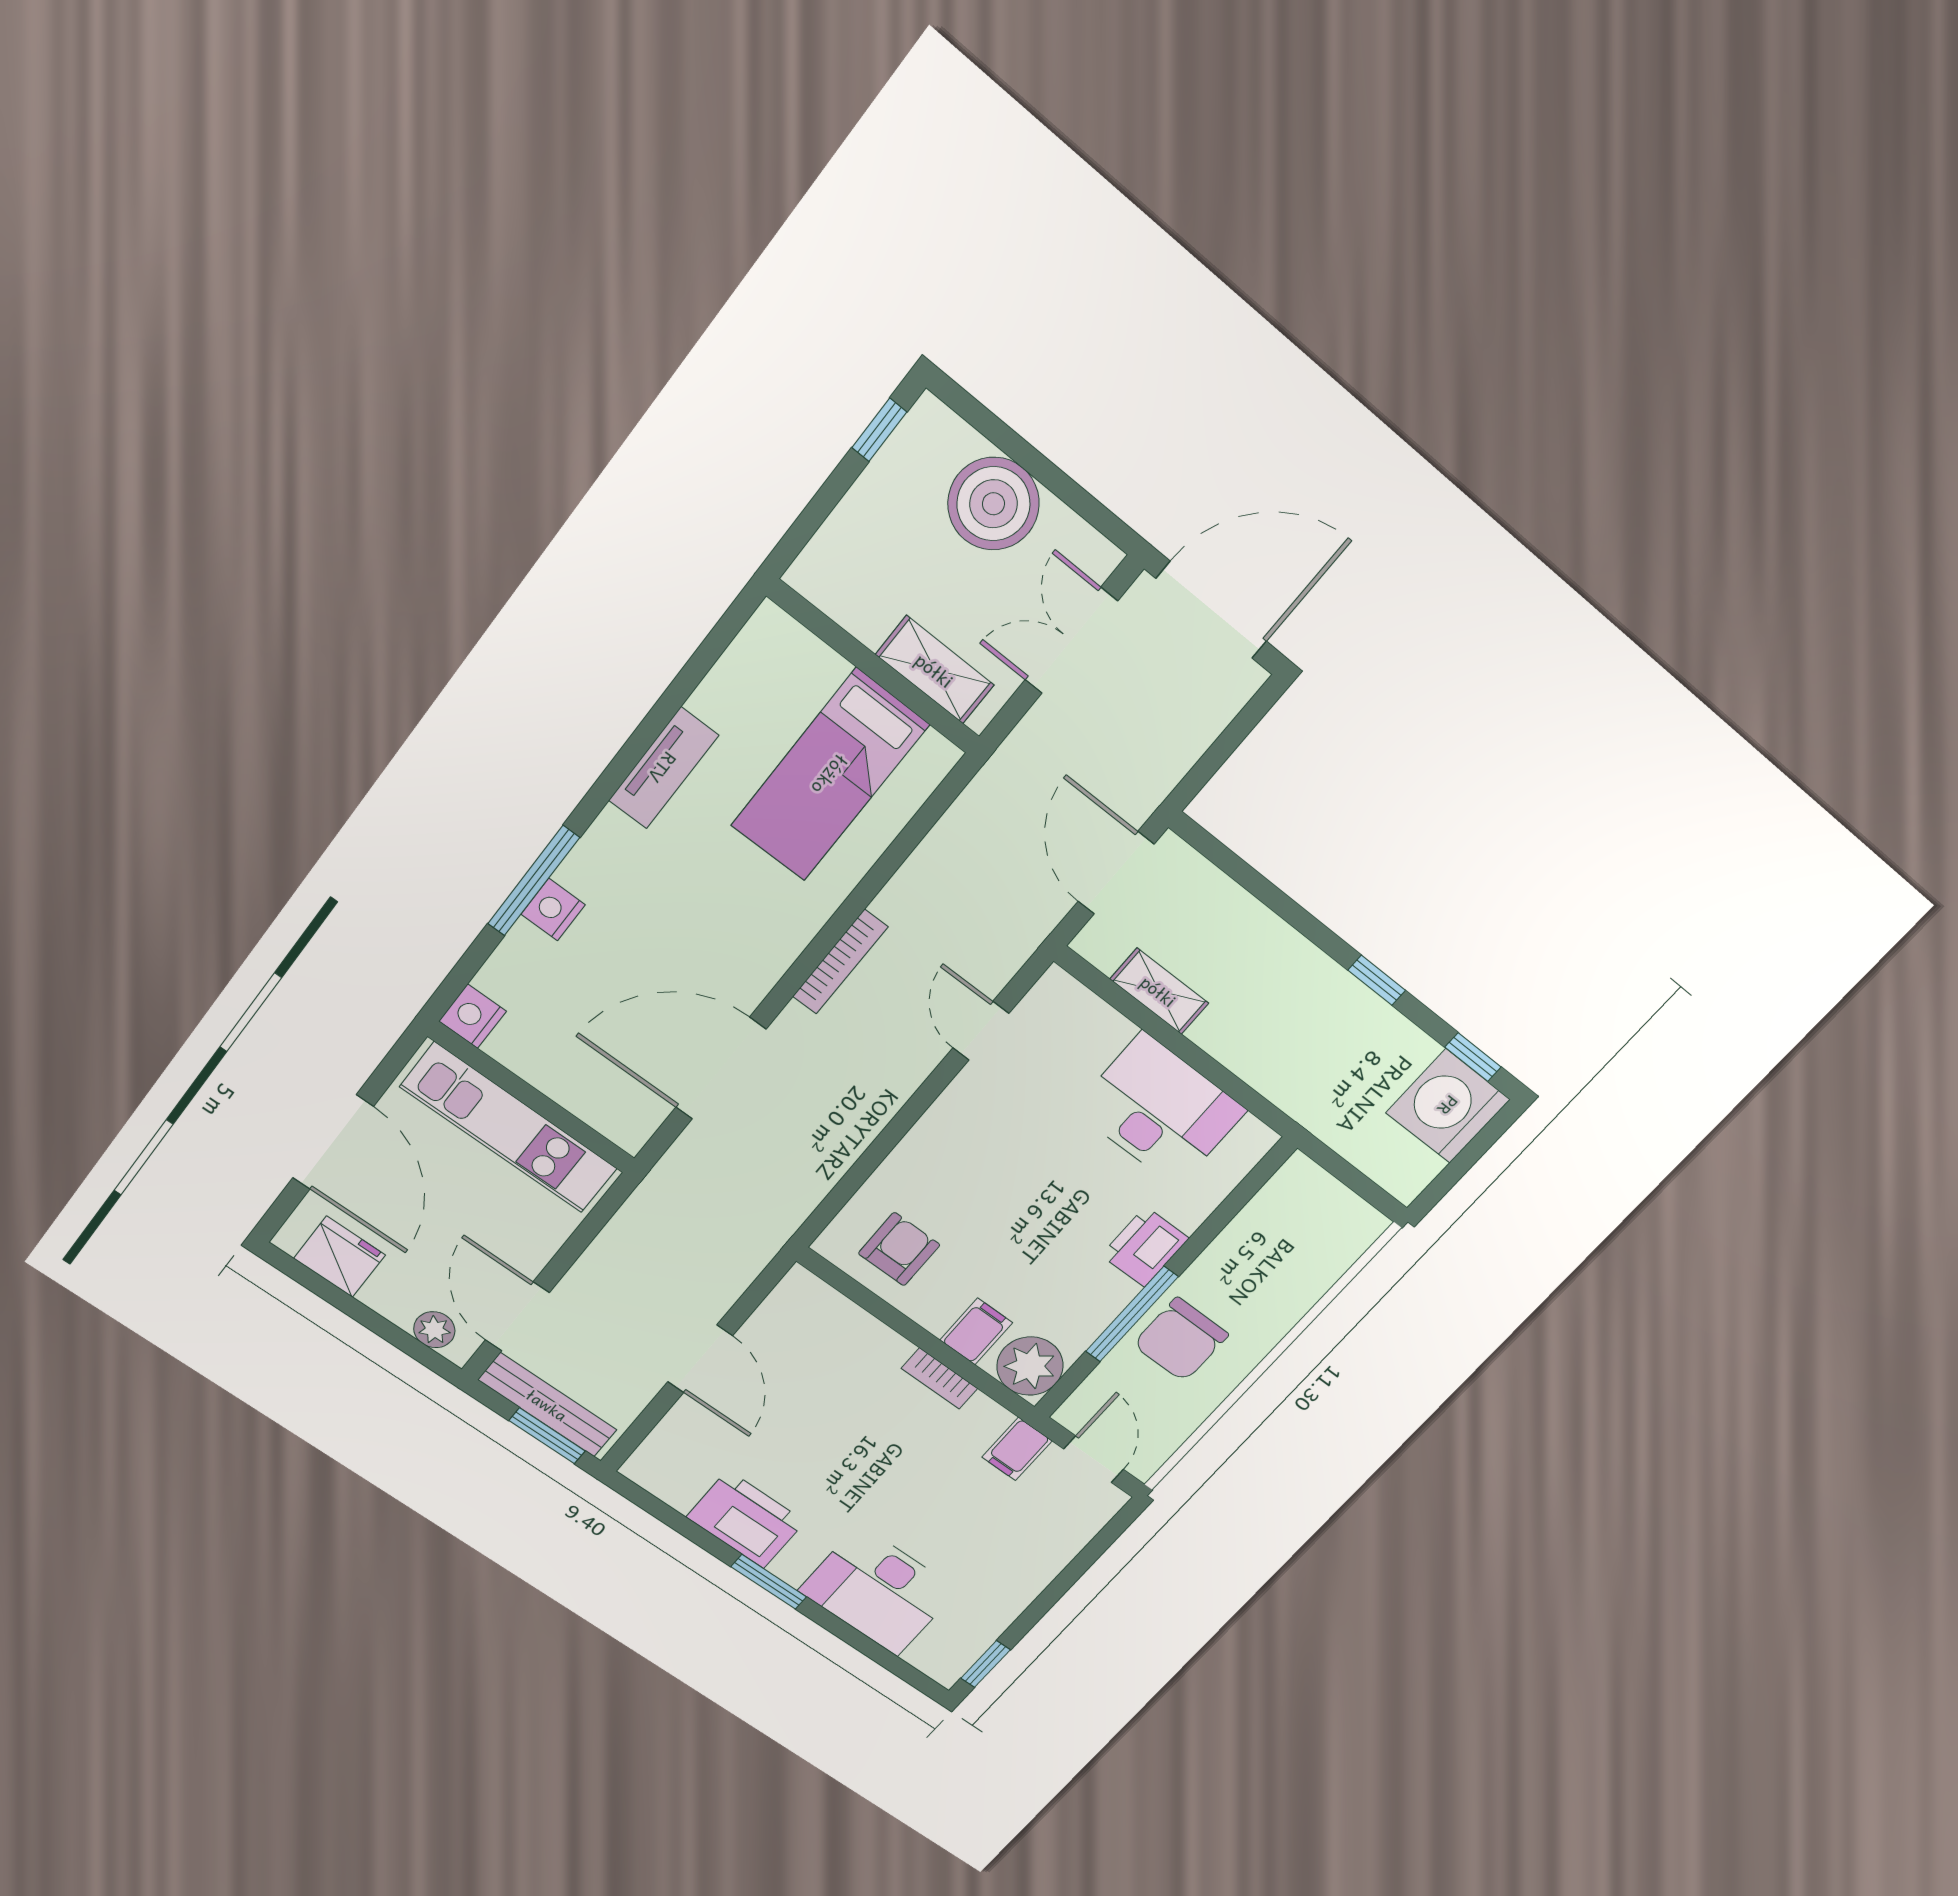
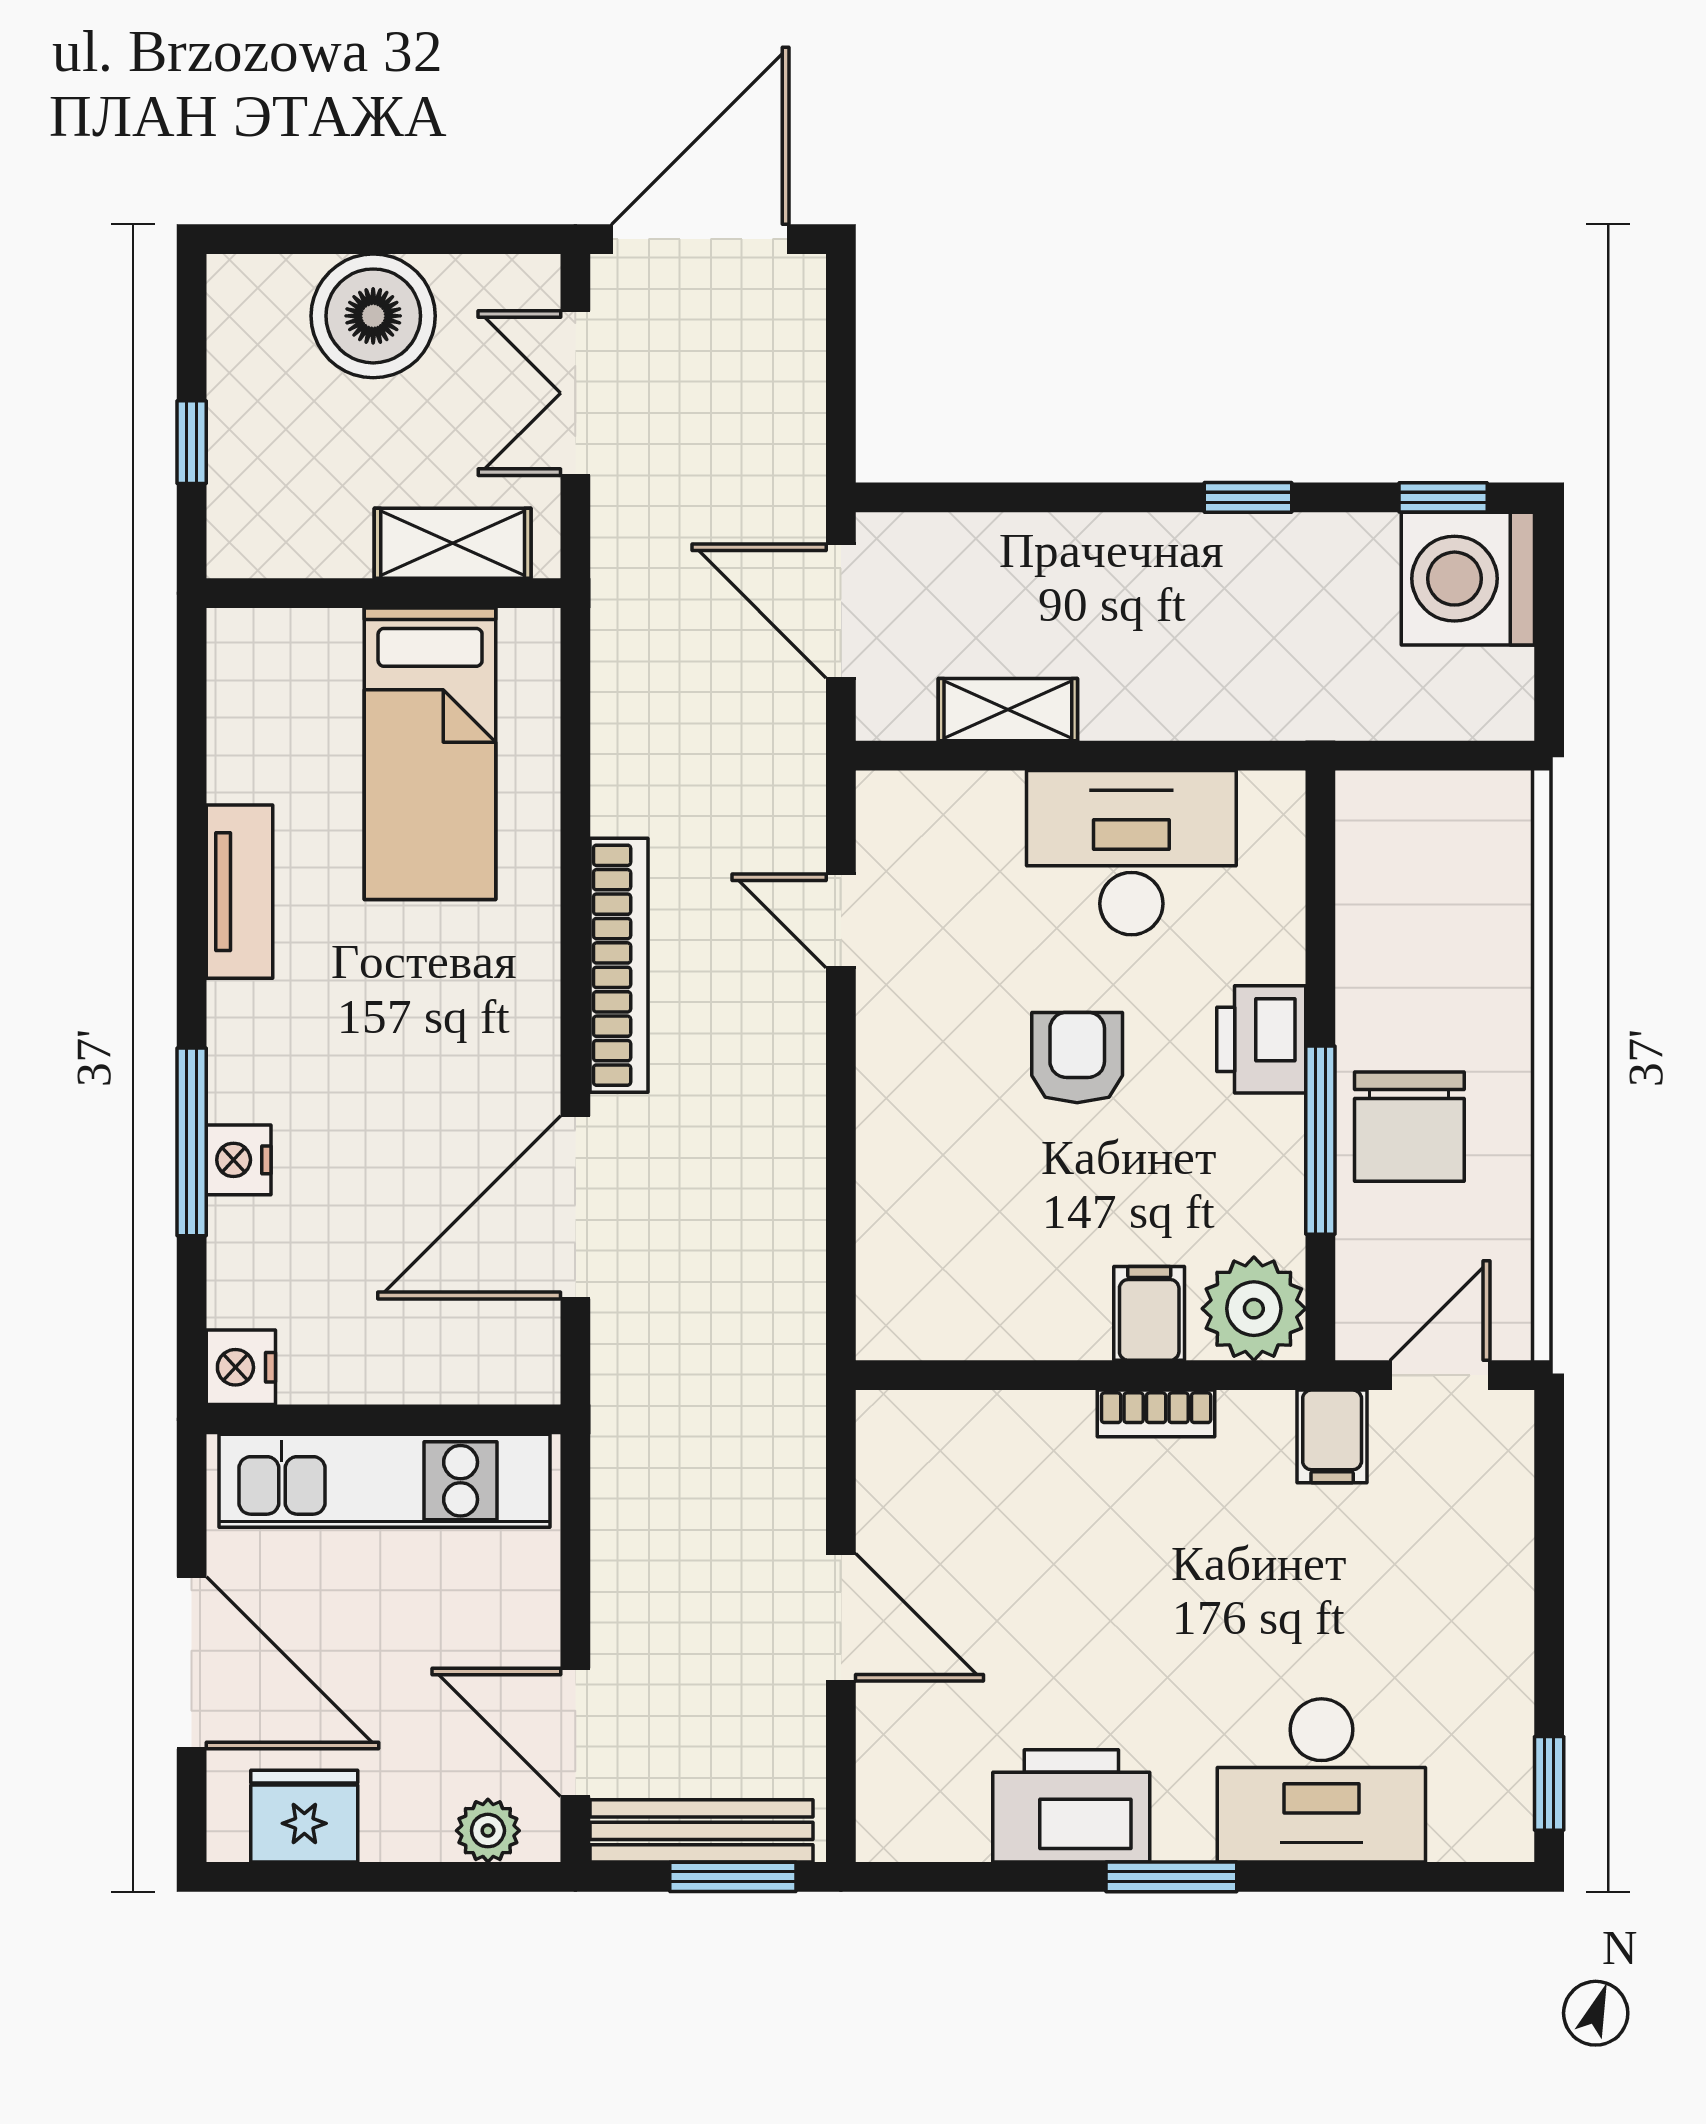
window: (879, 430) -> (192, 442), moved
bookcase: (840, 962) -> (619, 965), width x1.48, depth x1.31
armchair: (899, 1249) -> (1077, 1058), moved
door: (1094, 1459) -> (1440, 1375), hinge flipped

